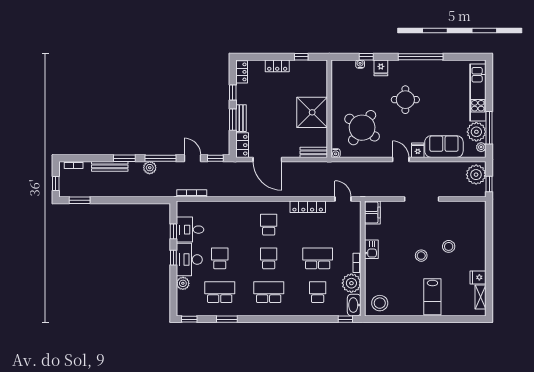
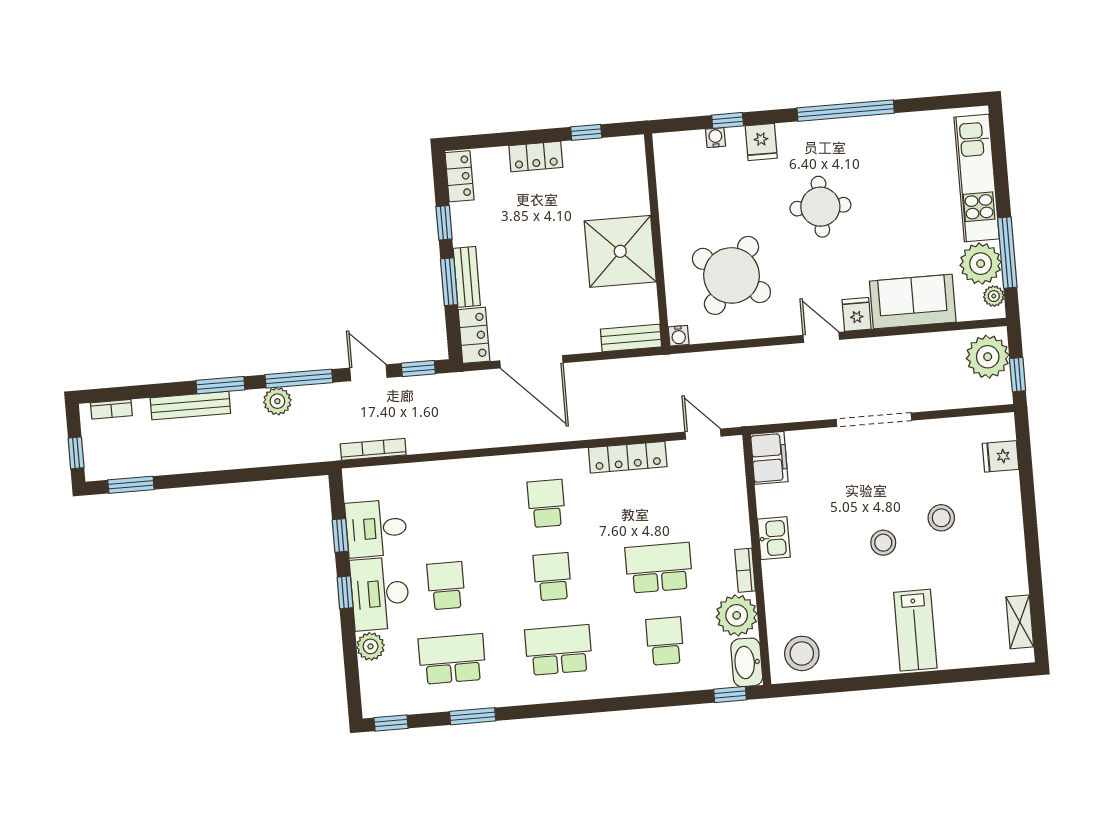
fridge: (478, 277) -> (1000, 456), moved

